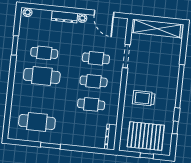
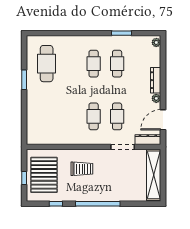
cafe table: (42, 76) -> (94, 64), width x0.73, depth x0.74
trolley: (144, 98) -> (82, 169), turned 90
cafe table: (91, 104) -> (70, 116), removed
dresser: (111, 137) -> (148, 140), moved

